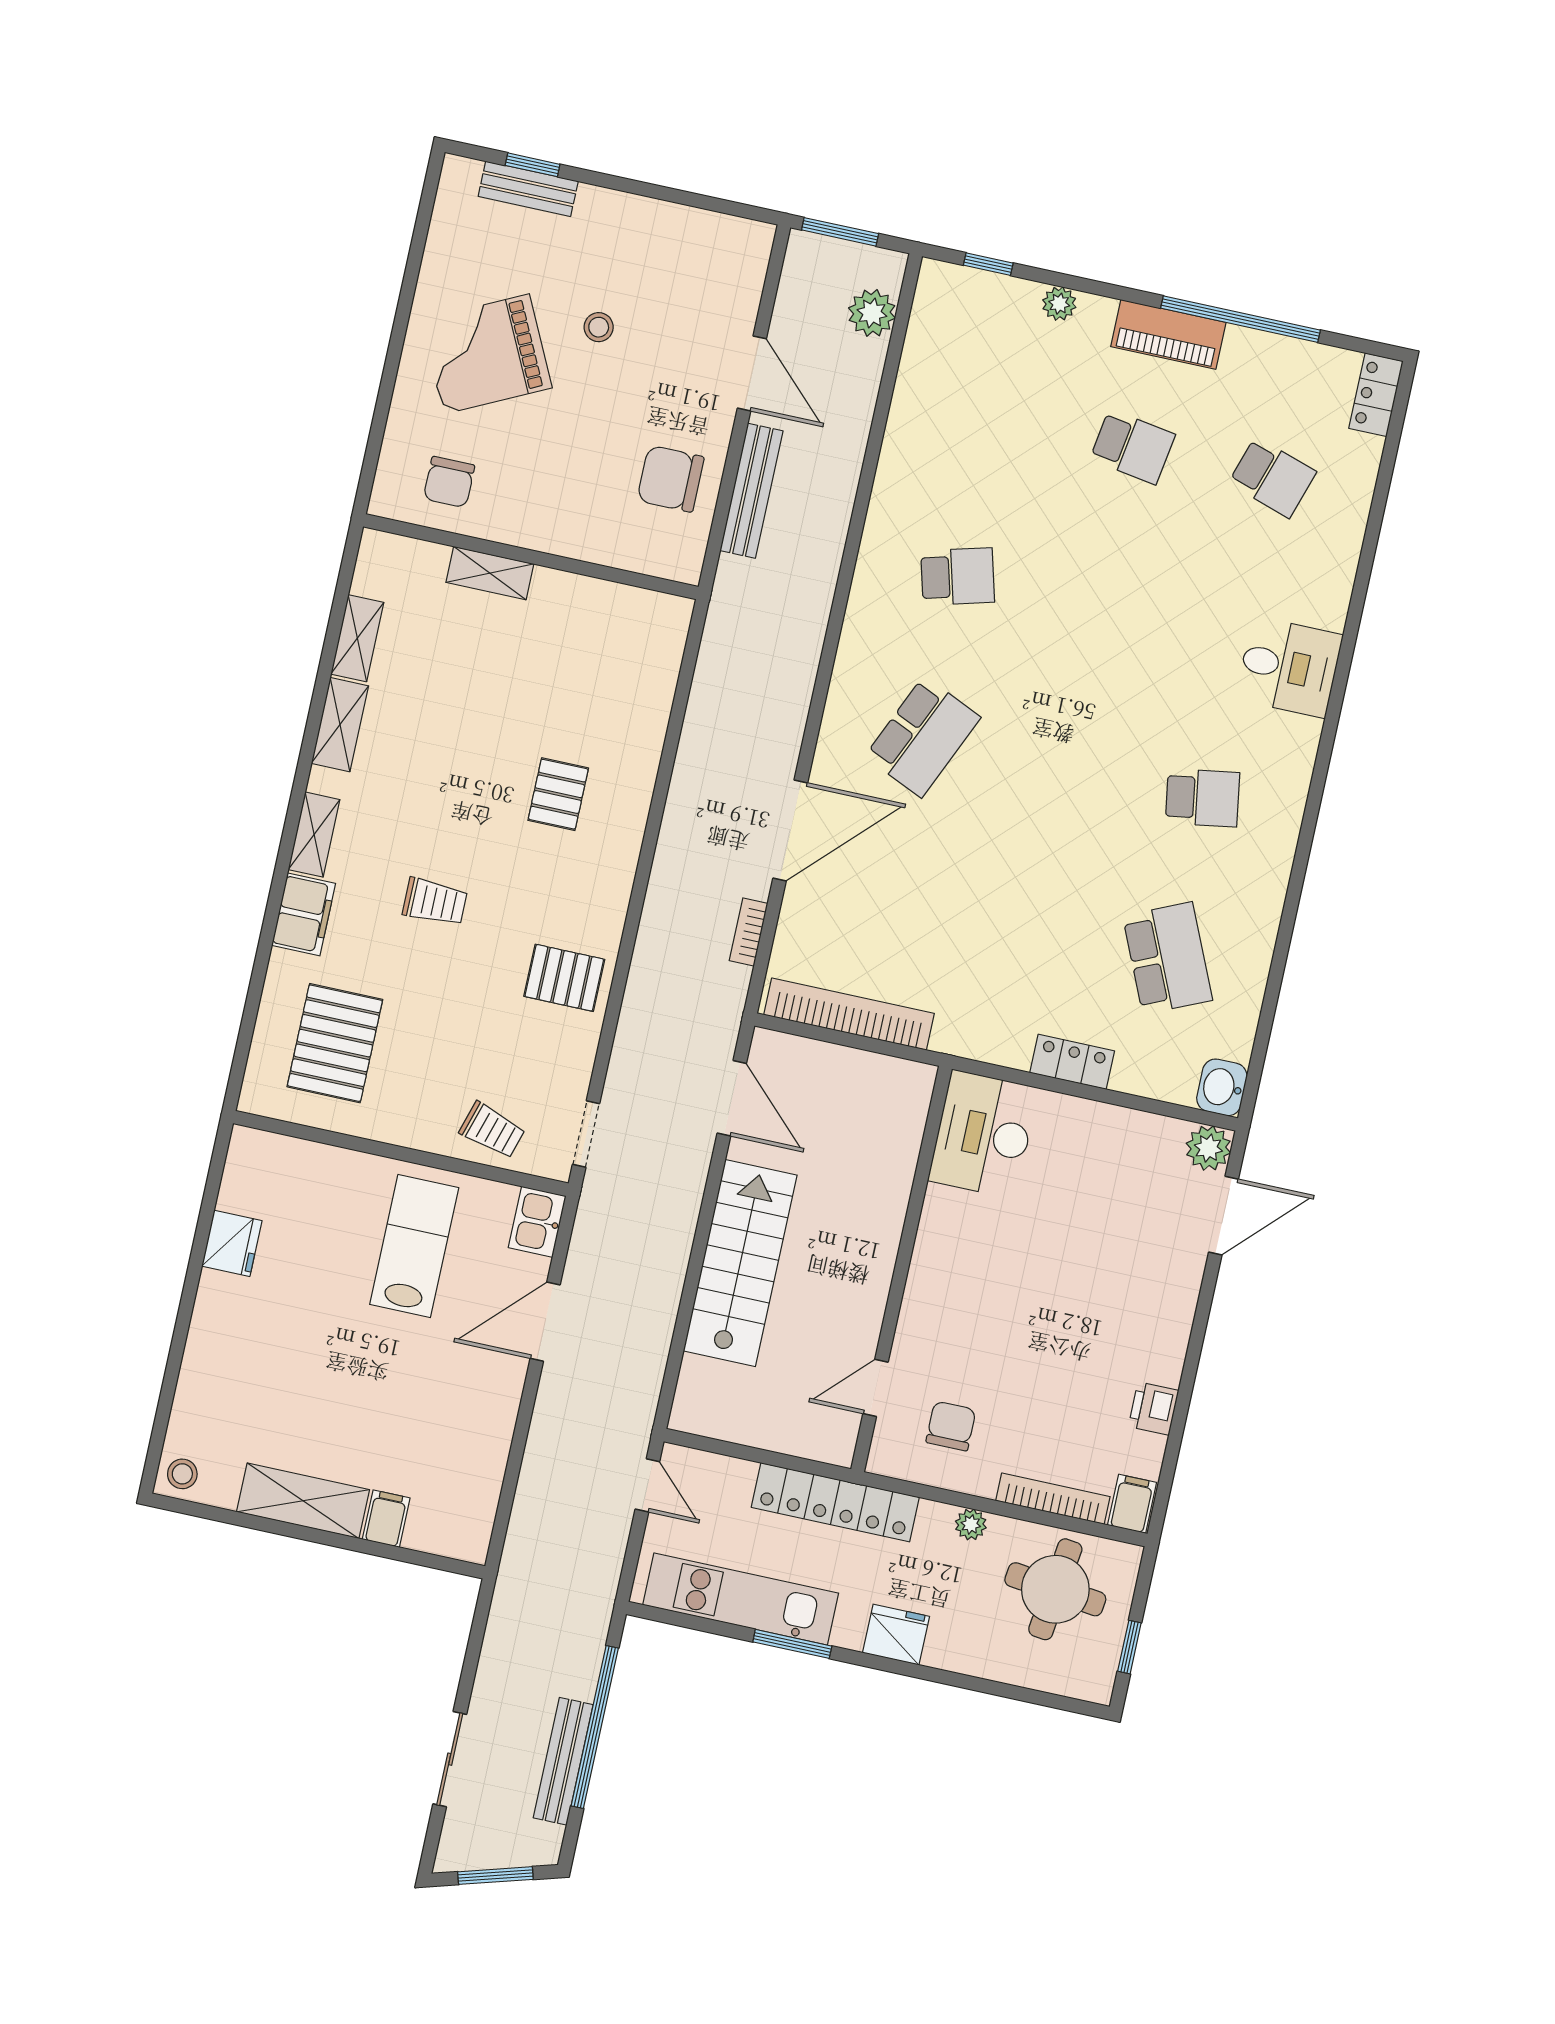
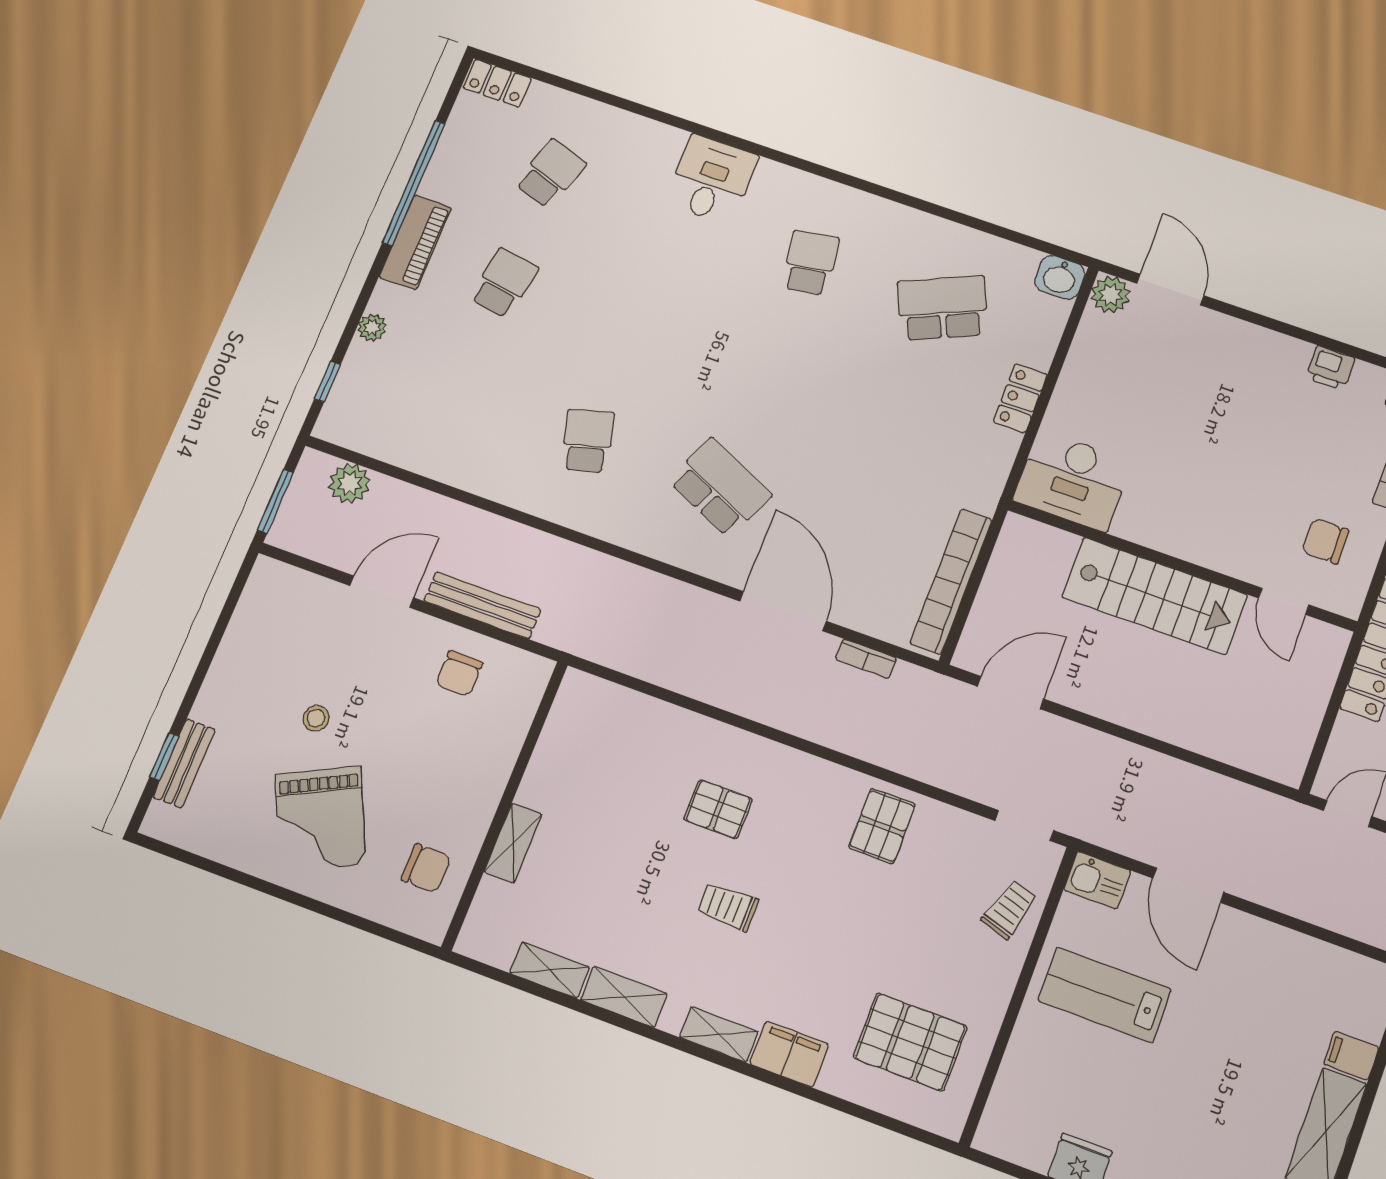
chair: (671, 479) -> (459, 674), width x0.73, depth x0.73
trolley: (435, 902) -> (728, 907), moved, turned -90
stairs: (740, 1263) -> (1155, 596), moved, turned 180

